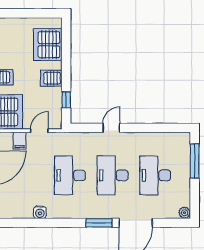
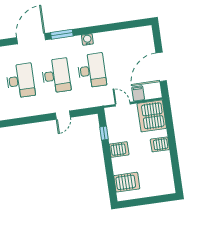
server rack: (48, 45) -> (127, 182), width x0.63
door: (39, 131) -> (123, 104), swing flipped
water cooler: (40, 212) -> (87, 40), moved

